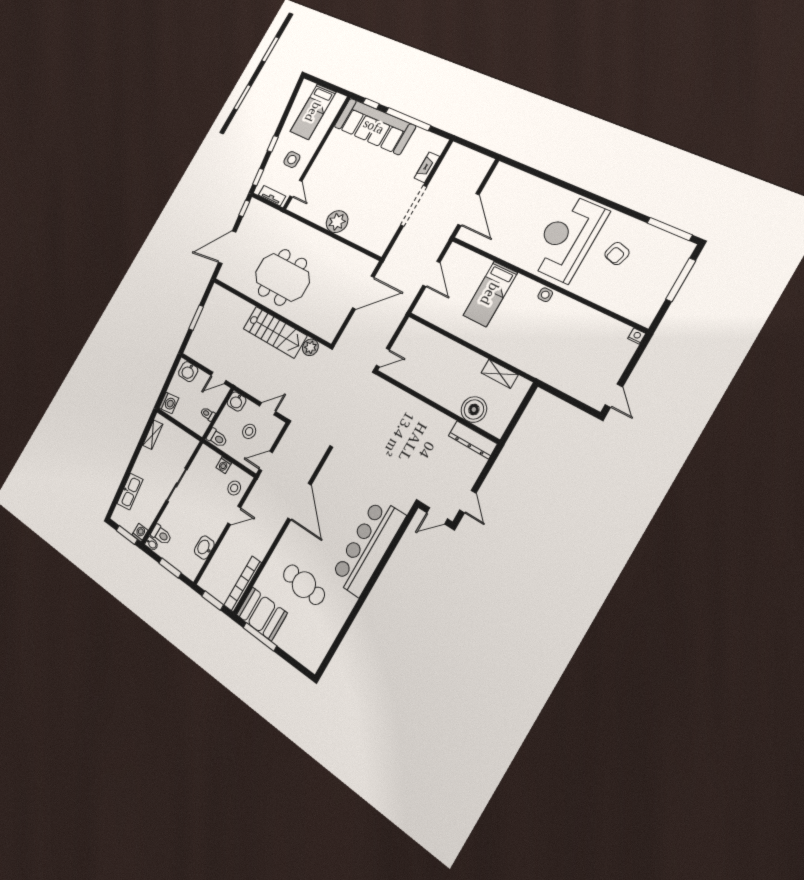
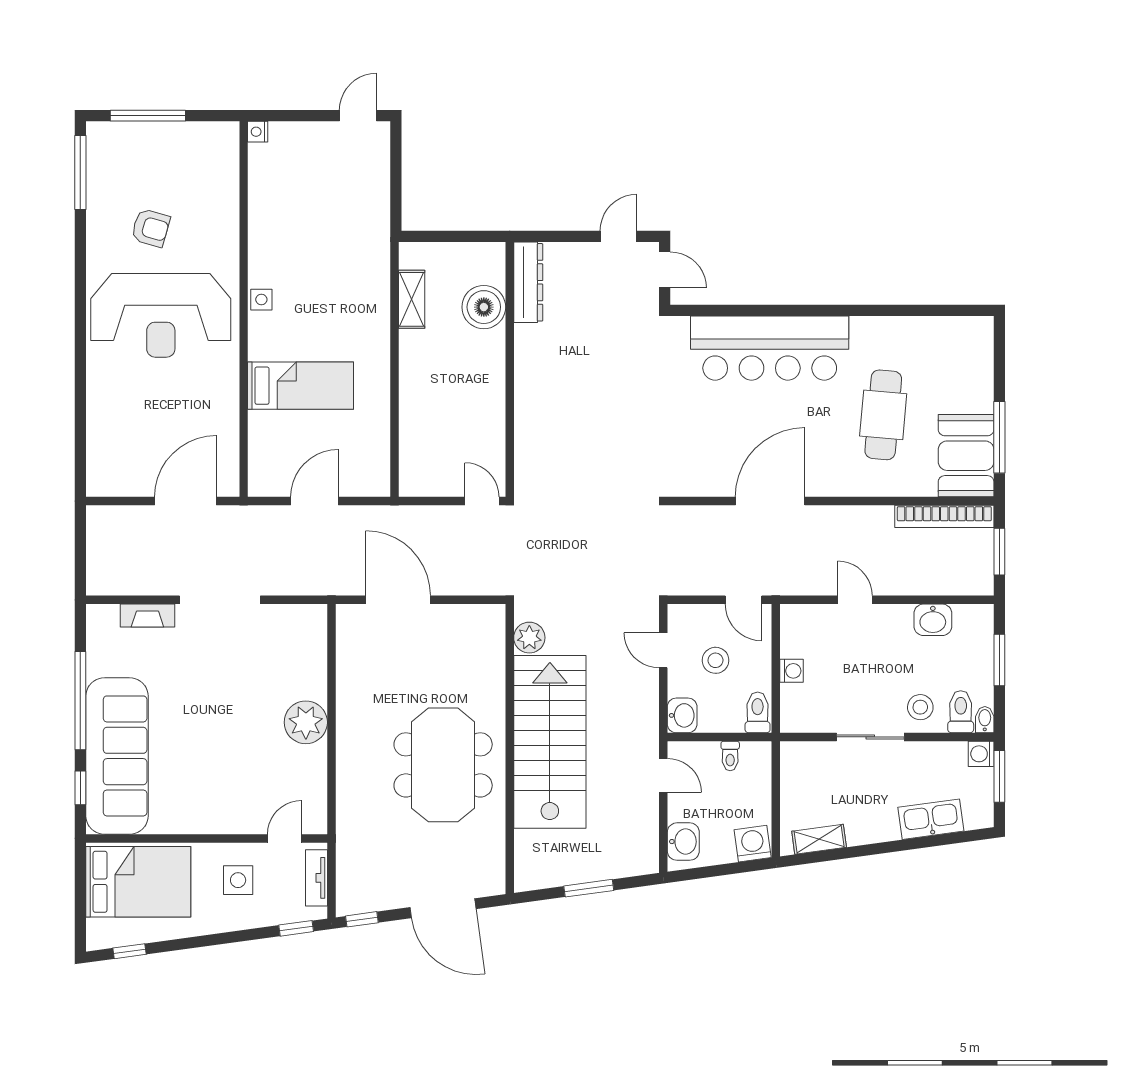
bed: (313, 112) -> (138, 882), width x1.50
window: (273, 144) -> (129, 951), moved
stairs: (275, 332) -> (550, 742), width x1.36, depth x1.51
stool: (234, 488) -> (920, 707), moved

